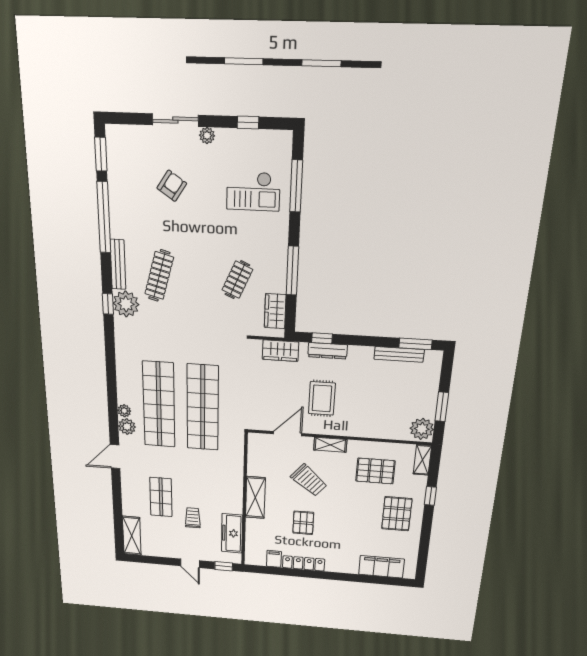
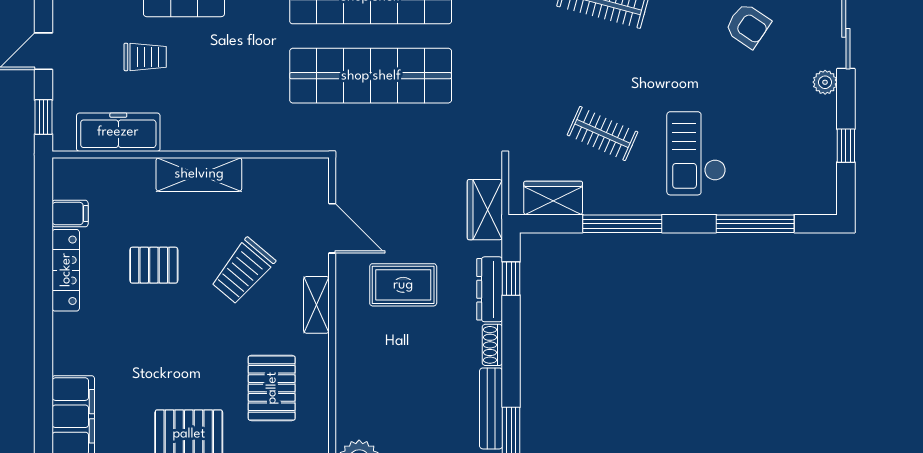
checkout: (253, 191) -> (696, 153), moved
shoe rack: (361, 351) -> (492, 345), added

